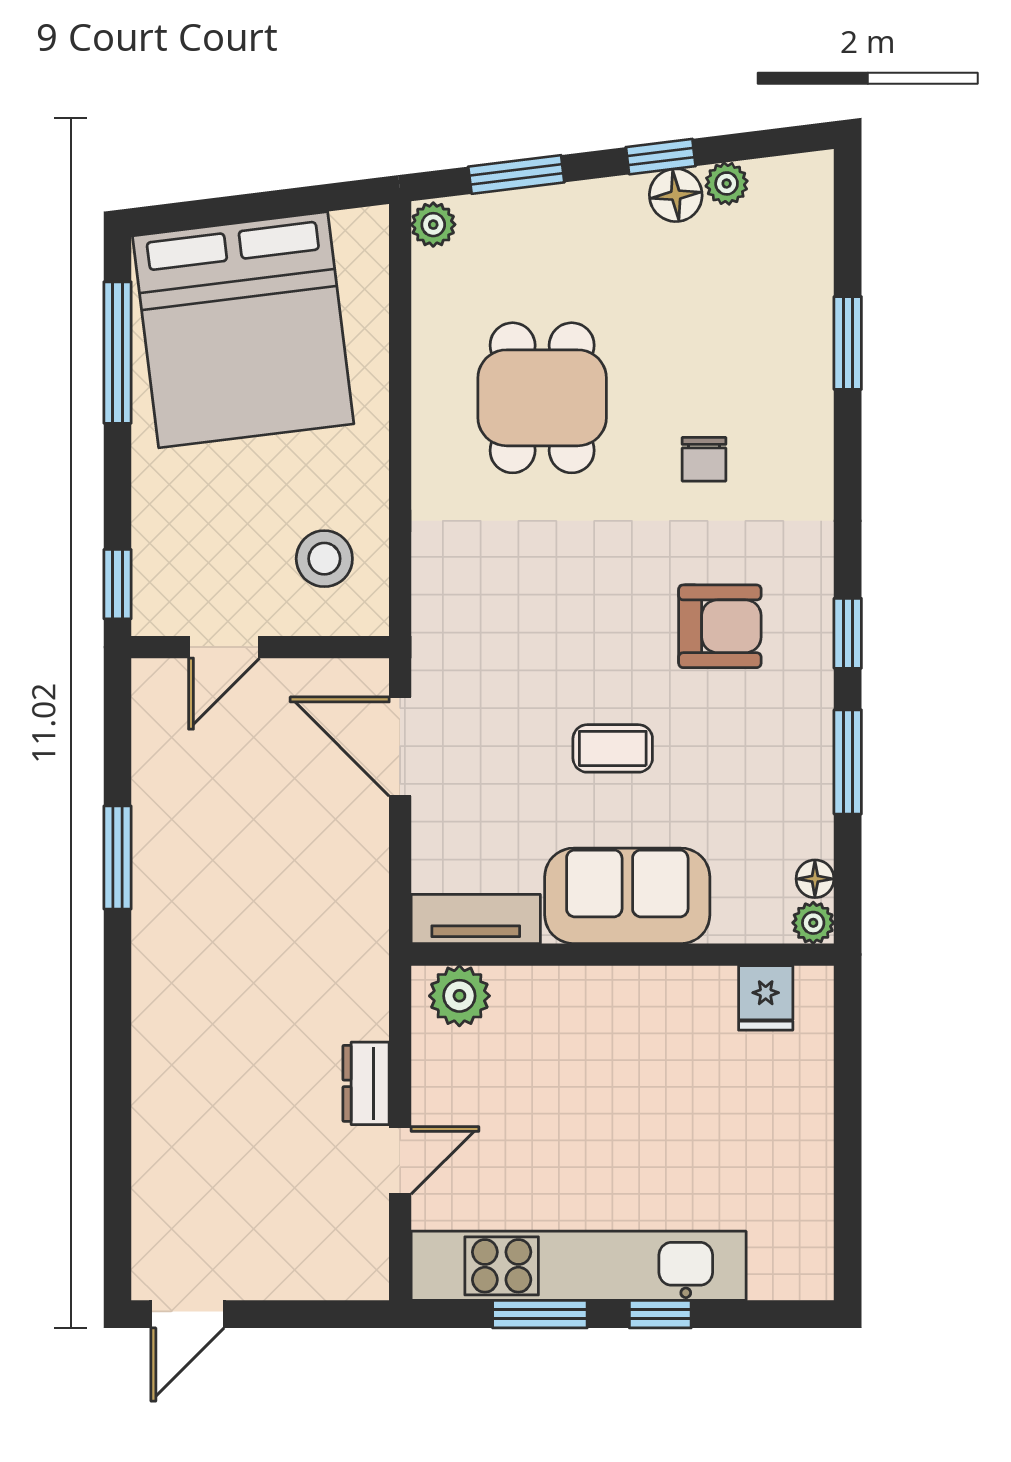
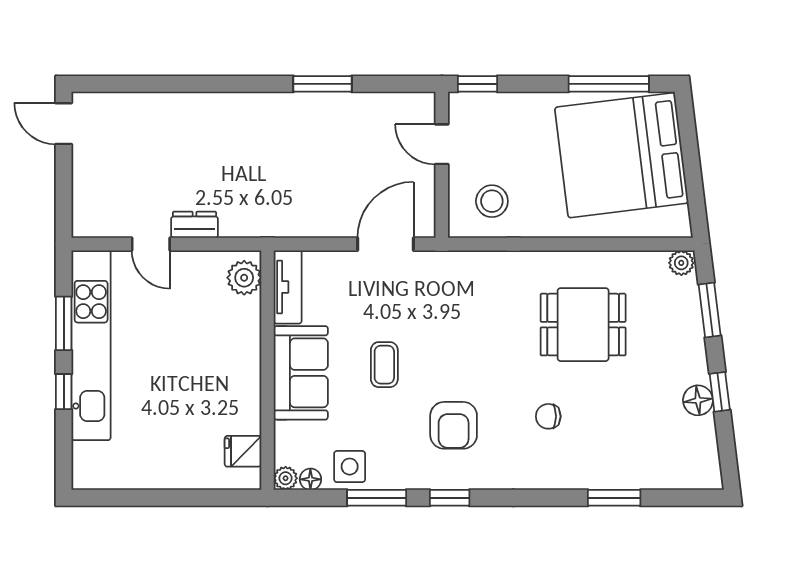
plant: (727, 183) -> (705, 429), removed
side table: (793, 810) -> (350, 467), added

